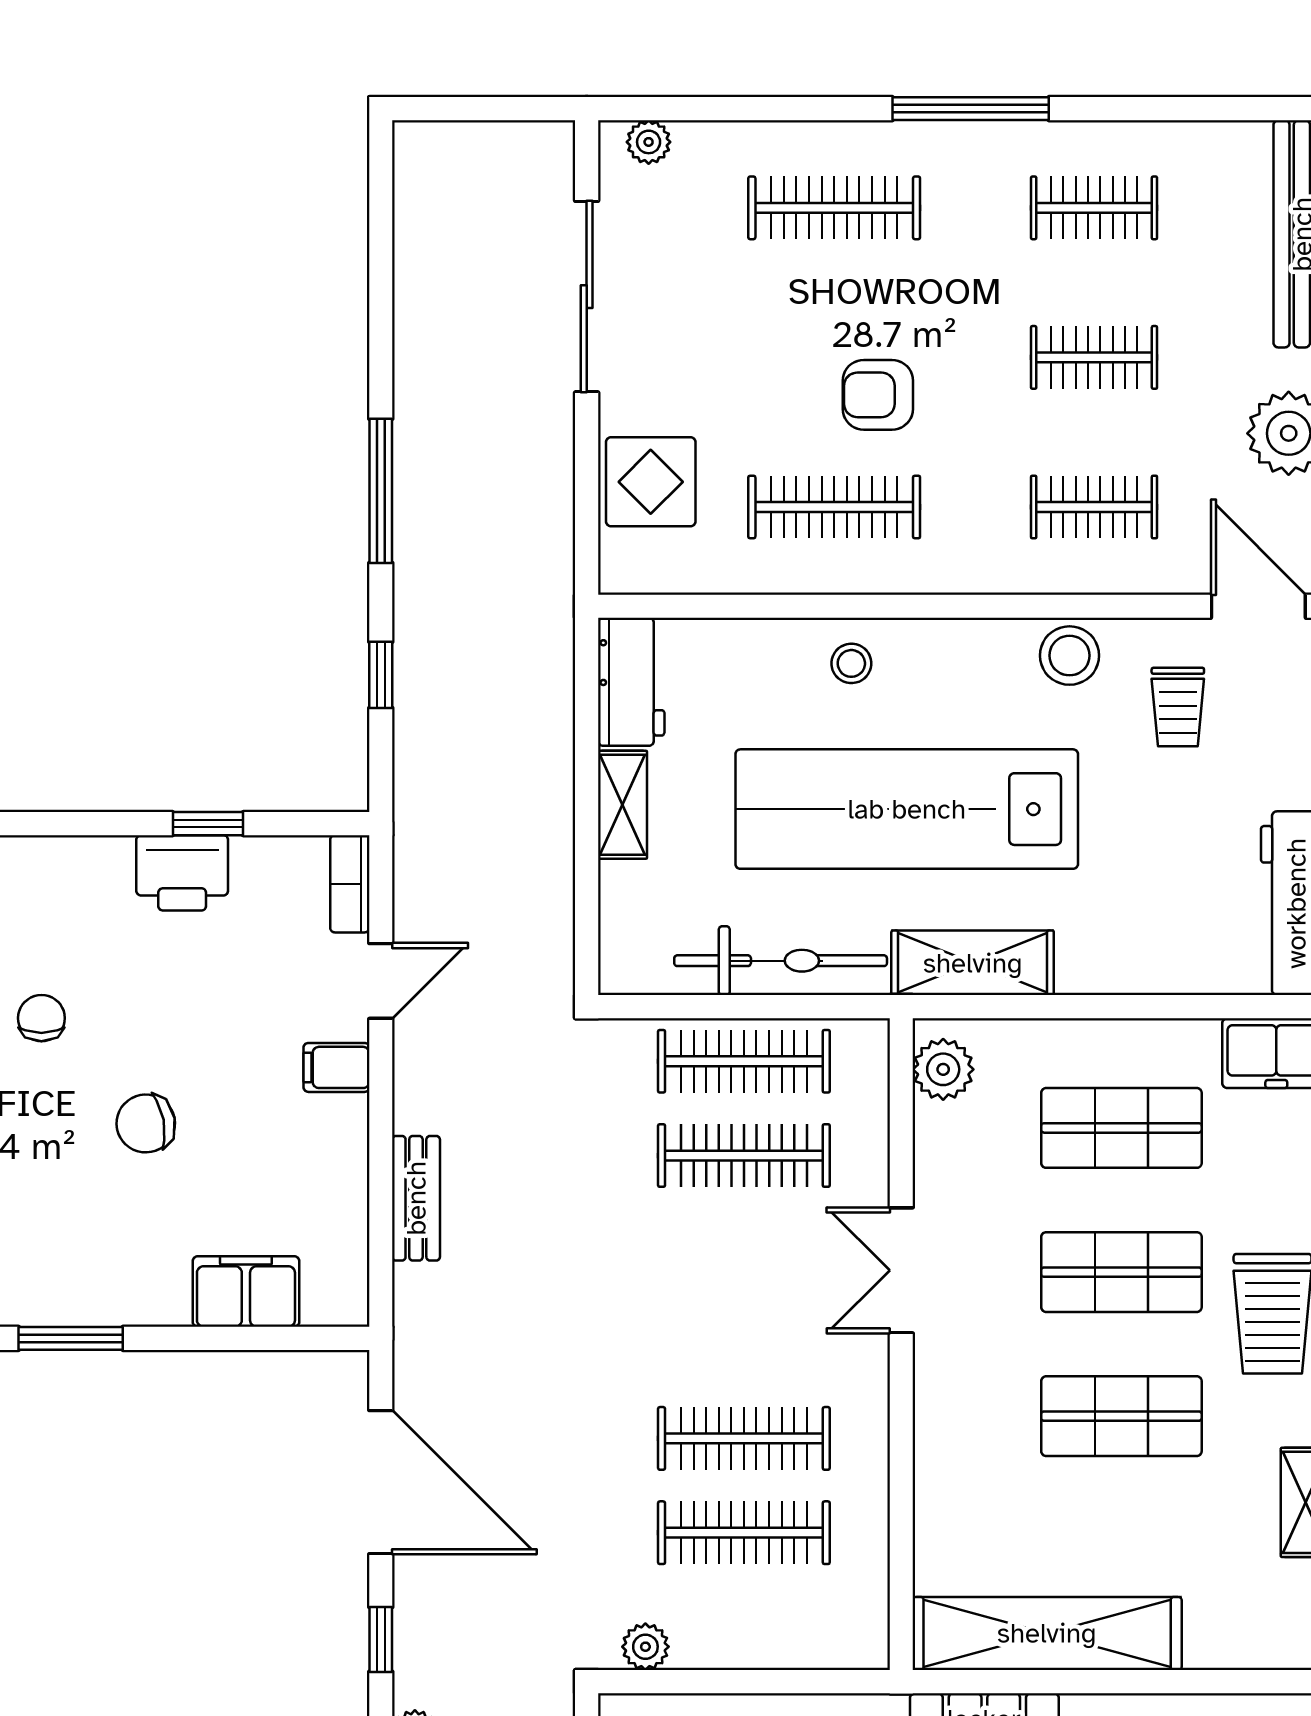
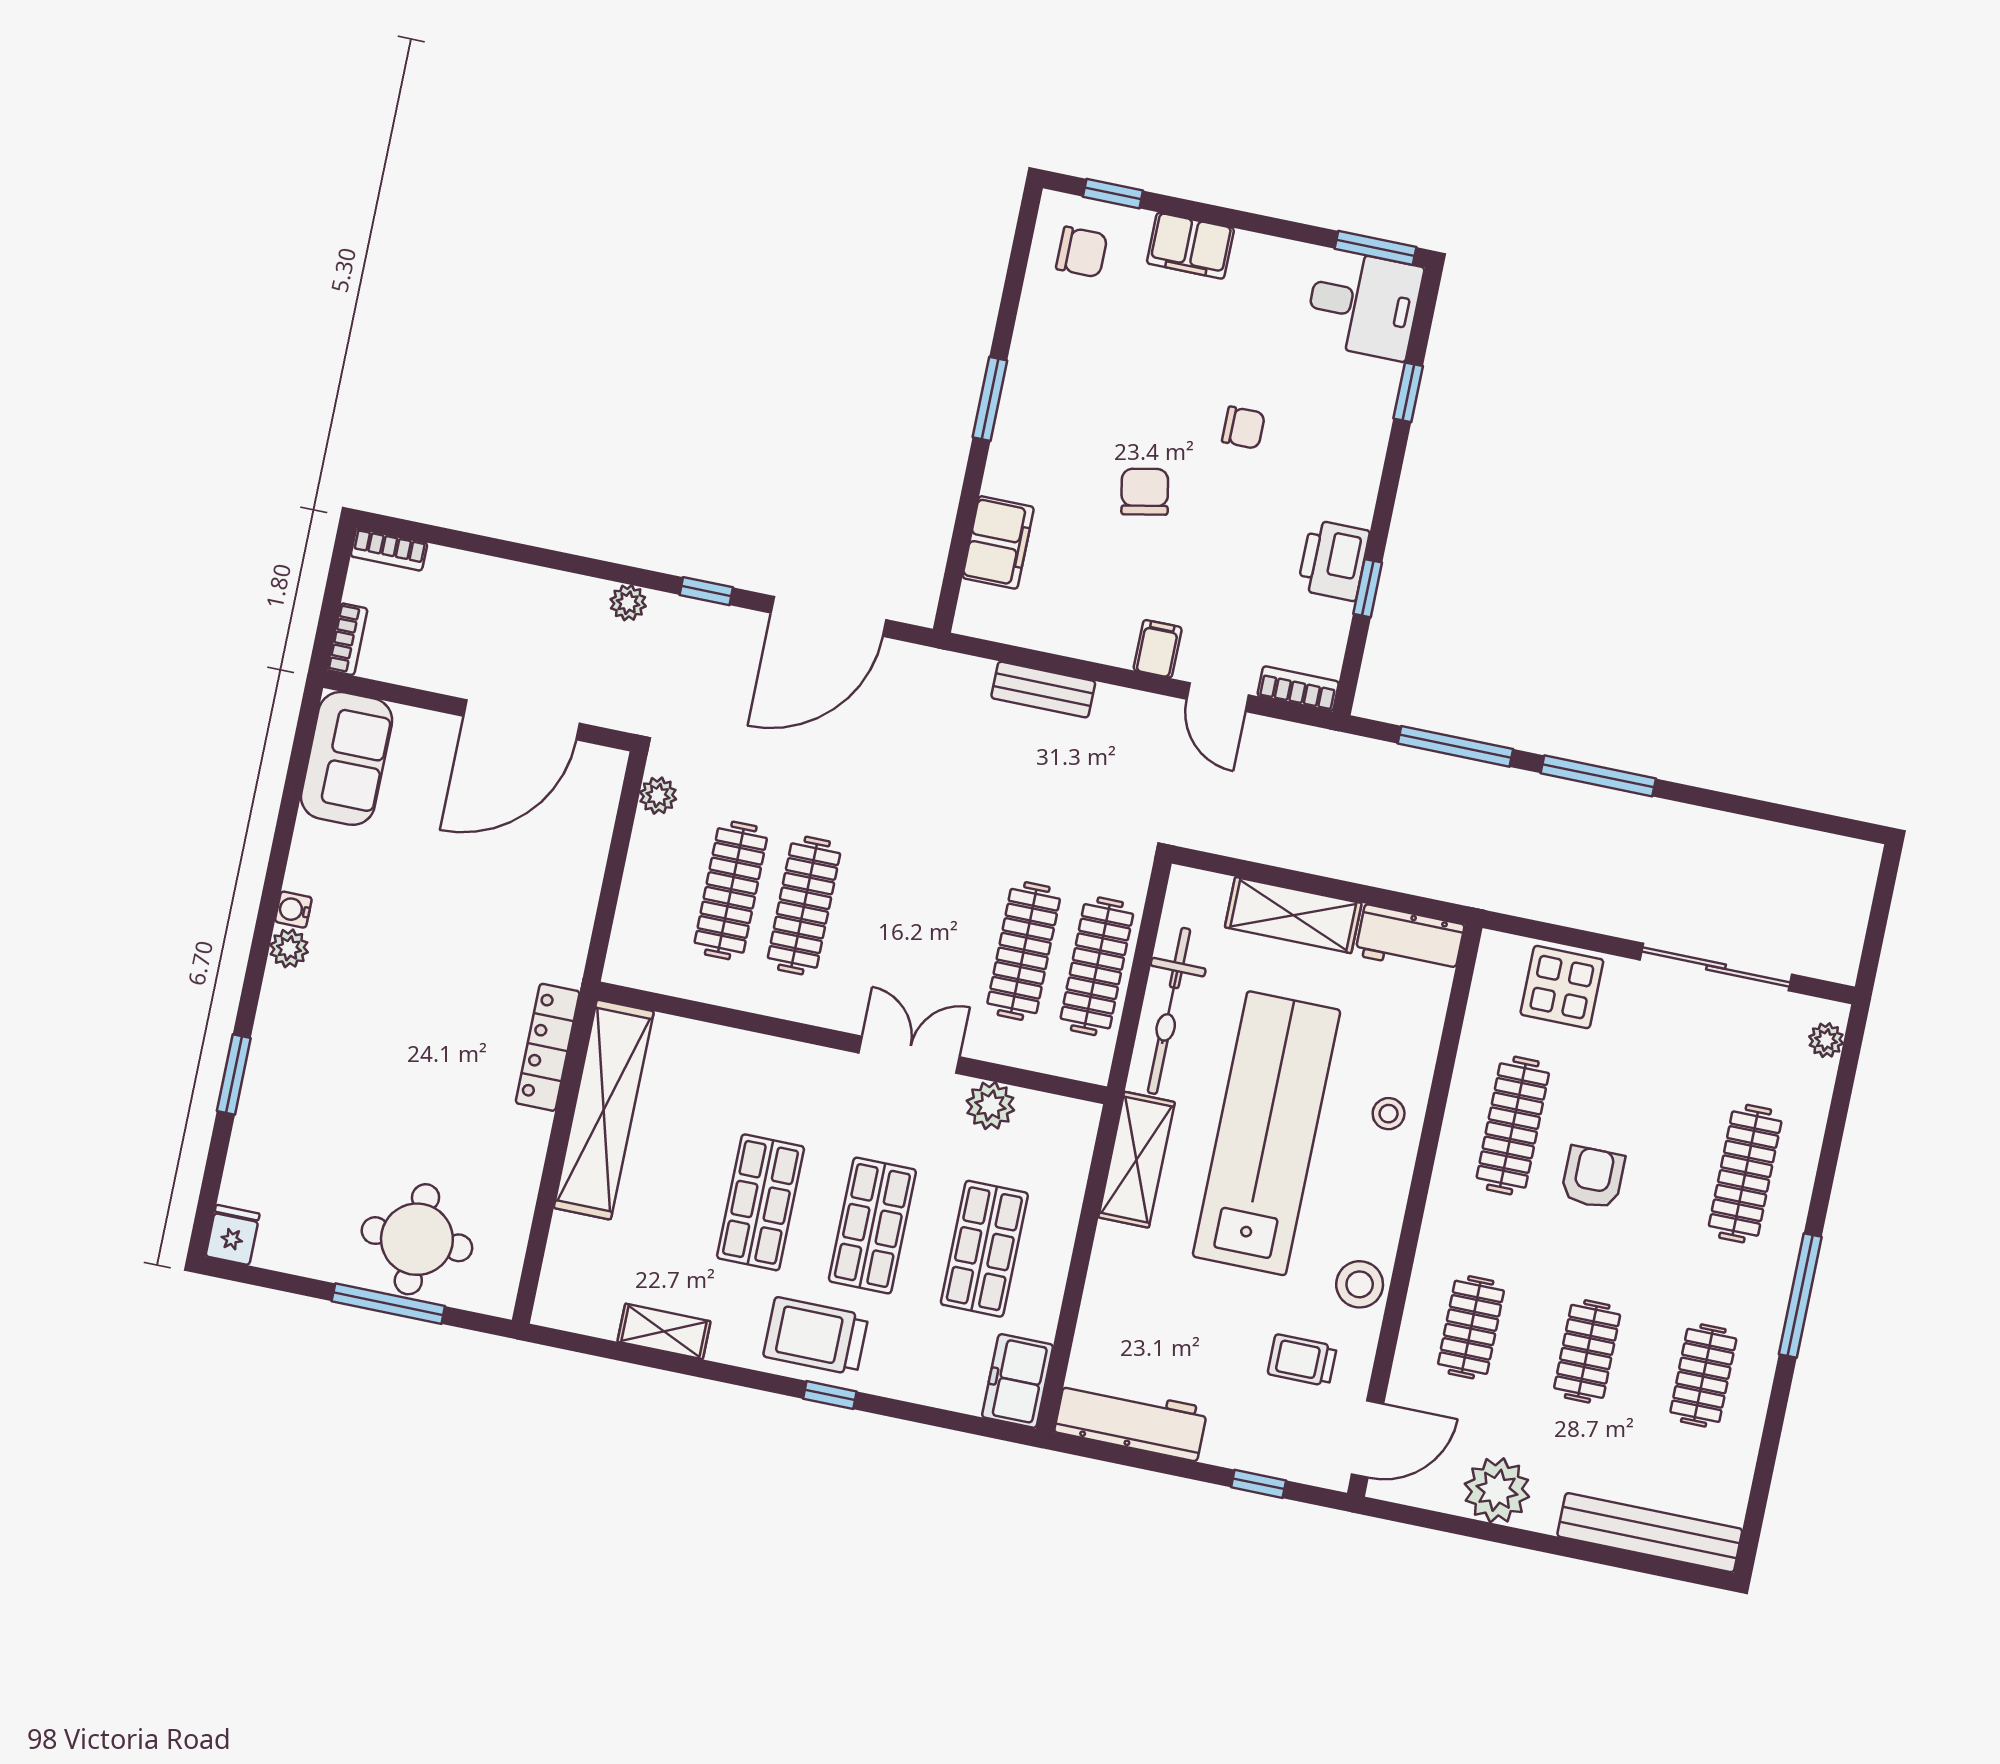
window: (381, 675) -> (1455, 746), width x2.17
shelving: (622, 805) -> (1293, 915), width x1.50, depth x1.33
plant: (943, 1069) -> (990, 1106), moved

